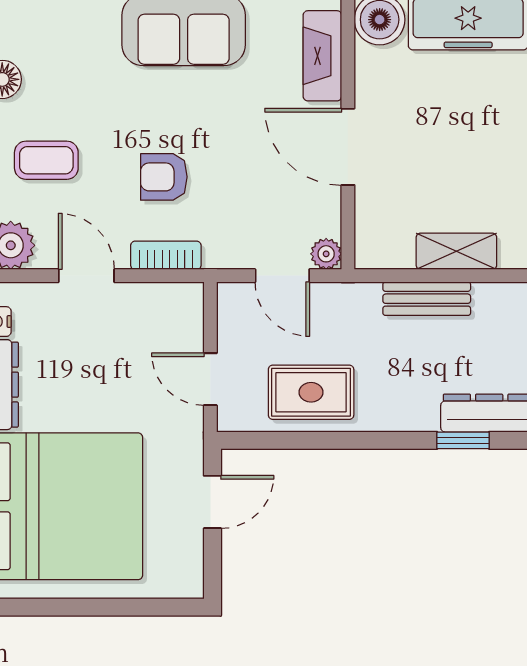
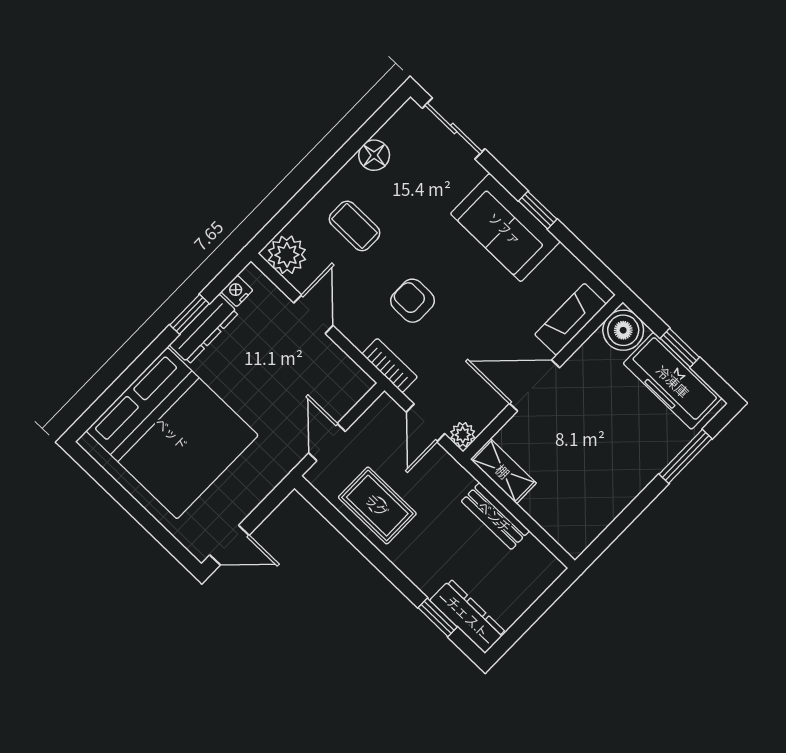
door: (348, 147) -> (535, 385), hinge flipped
shelving: (456, 251) -> (503, 471), moved
bookcase: (166, 255) -> (390, 365), moved
door: (212, 502) -> (229, 545), moved

